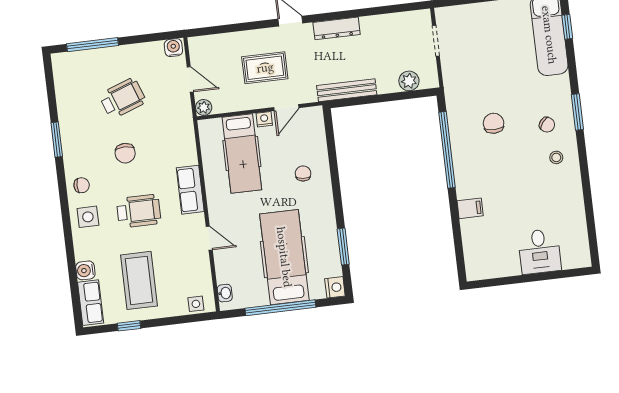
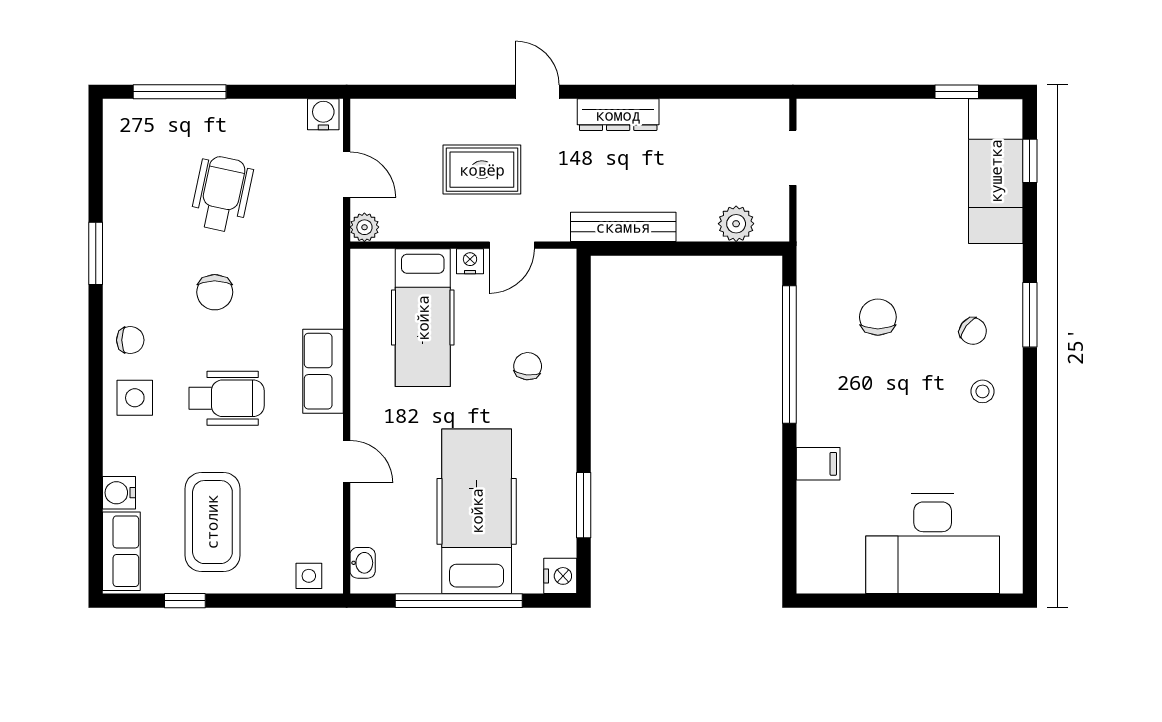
wheelchair: (123, 98) -> (222, 194), turned -58
desk: (540, 251) -> (933, 544), width x1.87, depth x1.30

